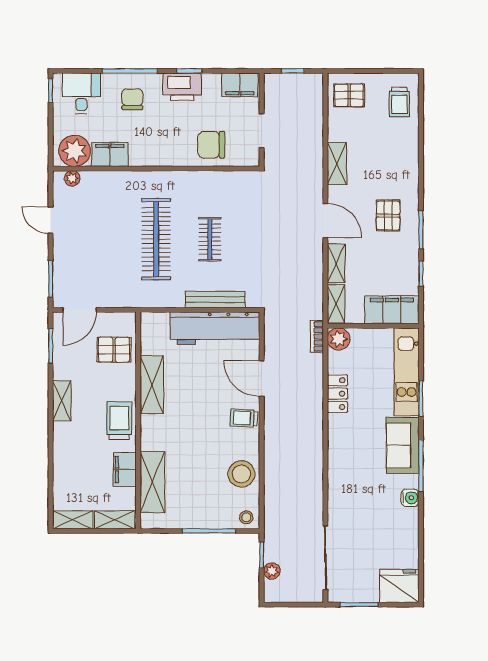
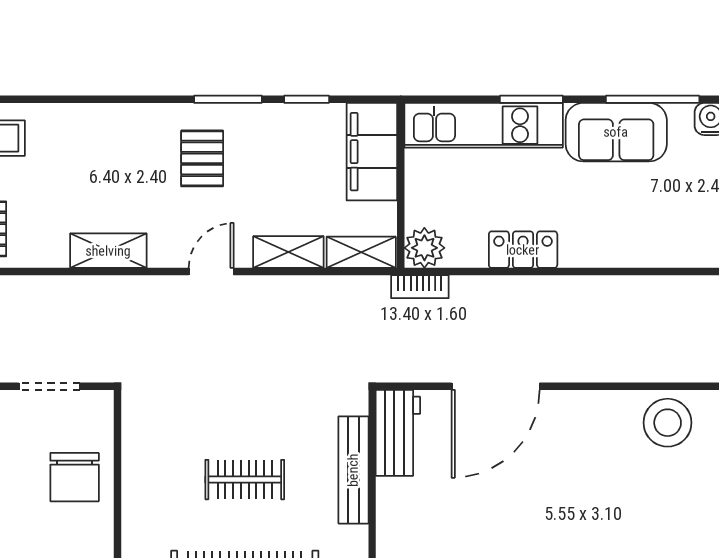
pallet: (388, 215) -> (202, 158), turned 90
door: (325, 221) -> (211, 271), width x0.73
workbench: (215, 328) -> (398, 433), width x0.53, depth x0.76
door: (262, 378) -> (496, 386), width x1.36
trolley: (244, 418) -> (567, 418), removed

